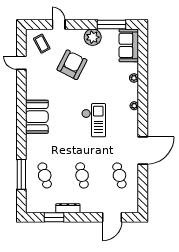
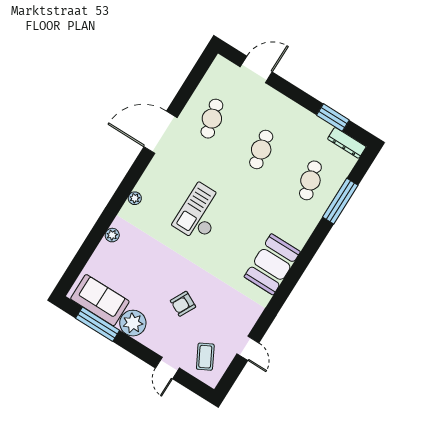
sofa: (129, 45) -> (100, 300), moved, turned -90
armchair: (72, 65) -> (183, 304), width x0.53, depth x0.53
dresser: (68, 208) -> (347, 143), moved

